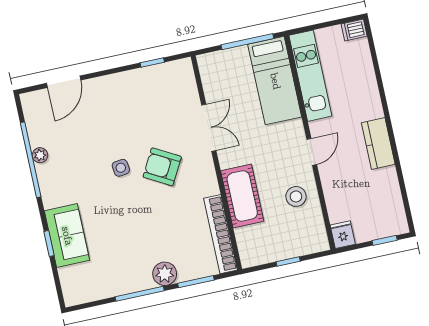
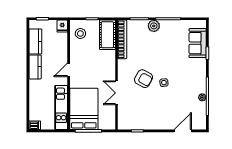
bed: (275, 81) -> (84, 109), width x1.50
kitchen counter: (389, 193) -> (35, 41), added
cot: (242, 196) -> (107, 35), moved
stool: (296, 196) -> (80, 33), moved
sofa: (67, 236) -> (198, 43), moved

